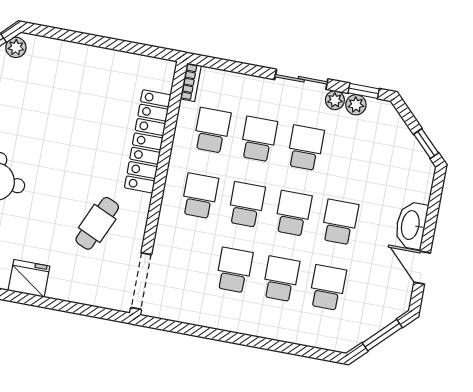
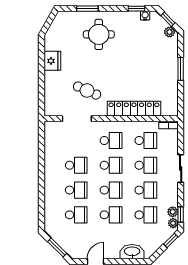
window: (89, 40) -> (181, 69), added
sliding door: (301, 79) -> (181, 168), moved
plant: (335, 100) -> (173, 223), moved
window: (426, 144) -> (171, 240), moved
school desk: (352, 157) -> (146, 215), added
washbasin: (411, 225) -> (132, 252), moved
doorway: (141, 281) -> (77, 119), moved

